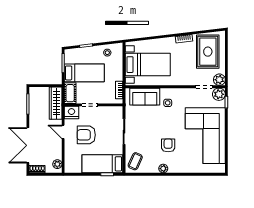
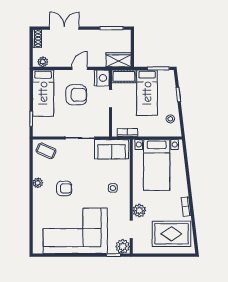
plant: (219, 80) -> (139, 211), moved
sofa: (145, 97) -> (112, 149), moved, turned -90
wardrobe: (56, 103) -> (119, 60), width x0.67
armchair: (86, 135) -> (76, 95), turned 90
double door: (28, 145) -> (64, 28), width x0.73
bed: (102, 164) -> (43, 93), moved, turned 180

